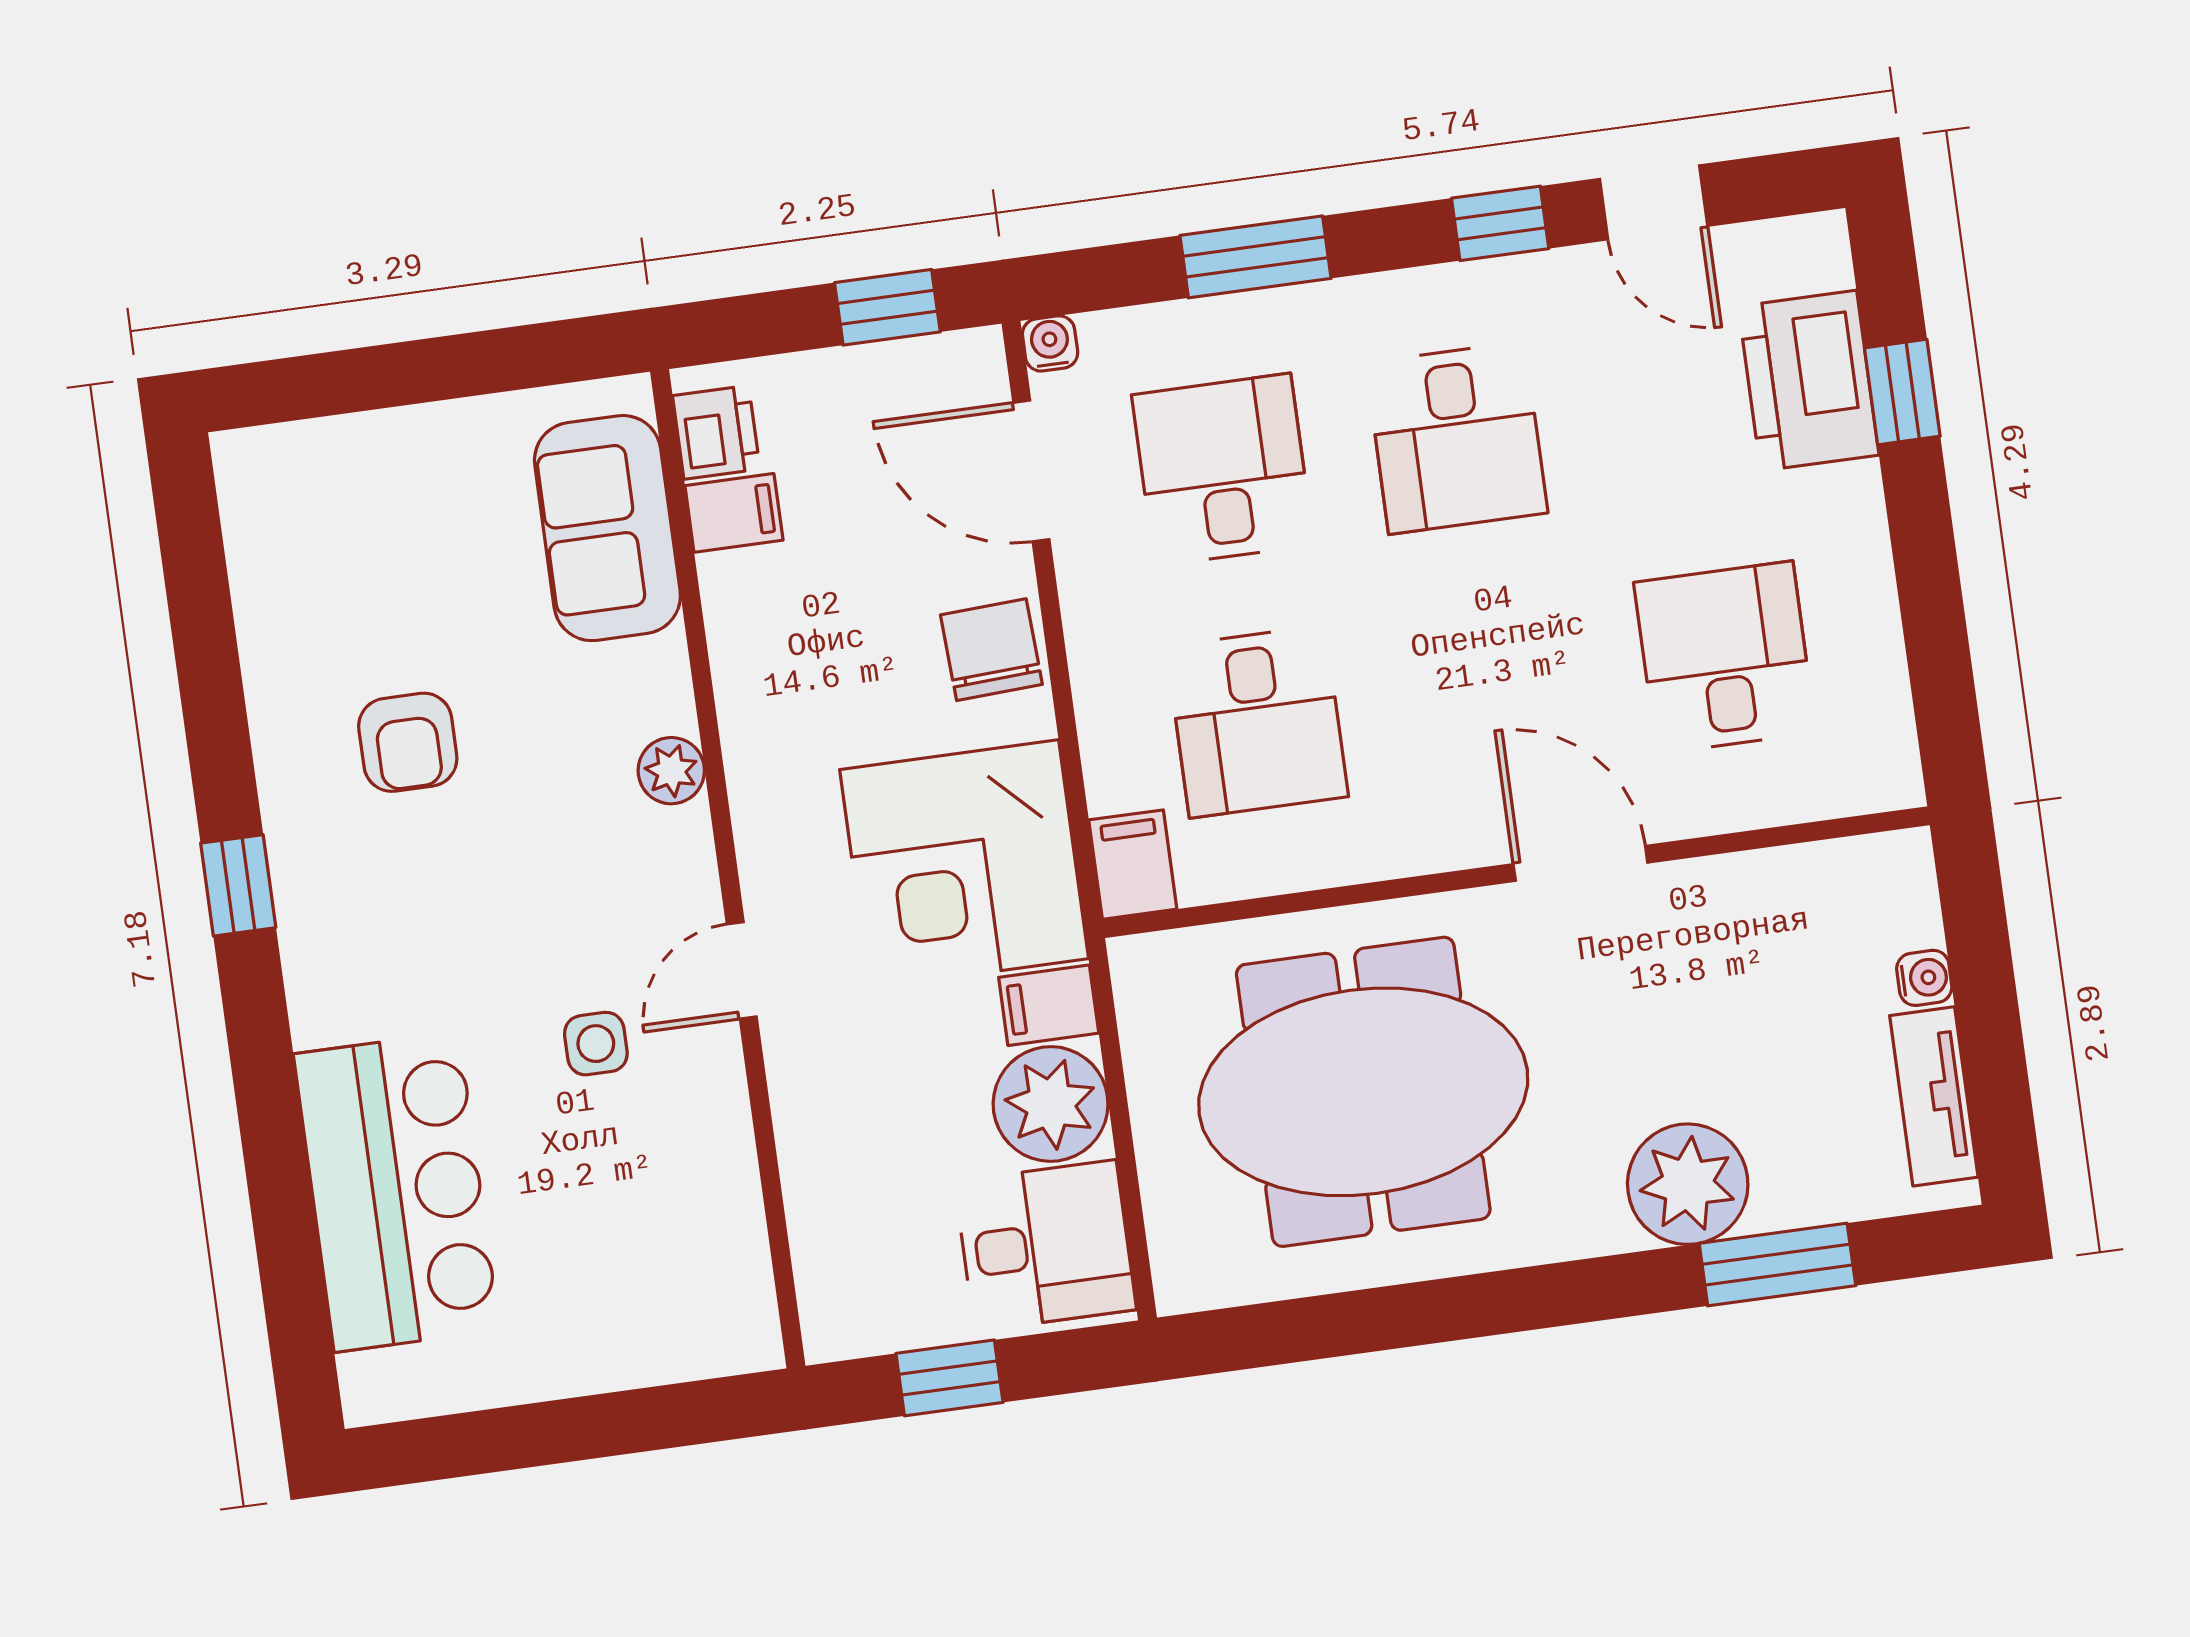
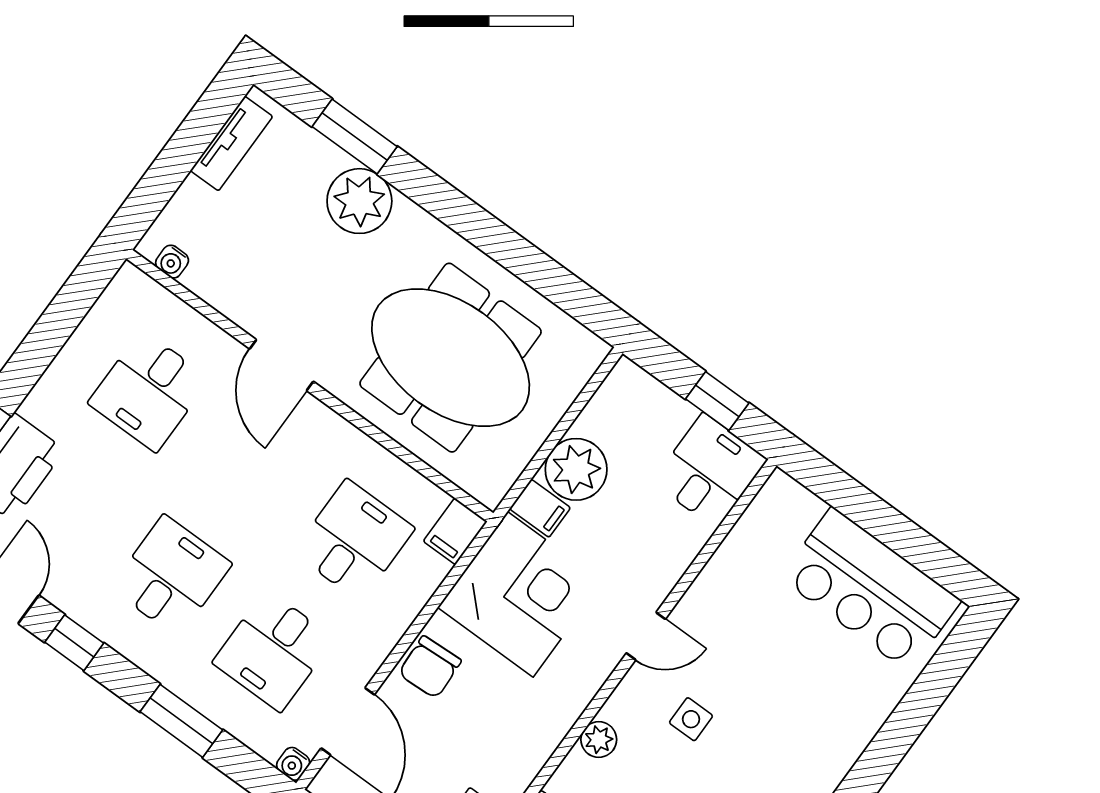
water cooler: (1924, 978) -> (172, 262), moved, turned -90
side table: (596, 1044) -> (691, 719), moved
bar counter: (397, 1192) -> (870, 589), moved, turned -90
desk: (1045, 1246) -> (710, 471), moved, turned 90

